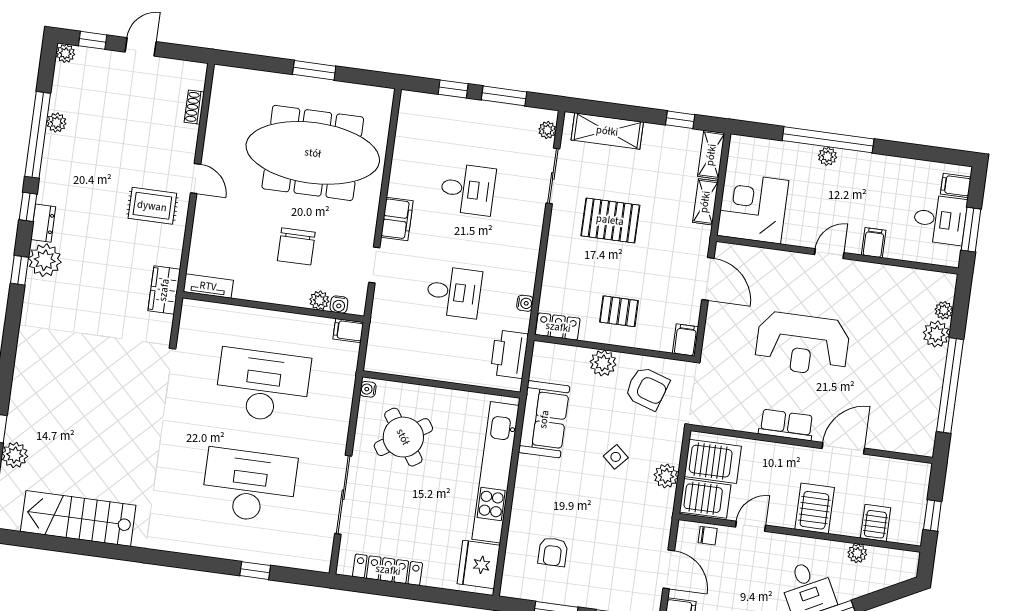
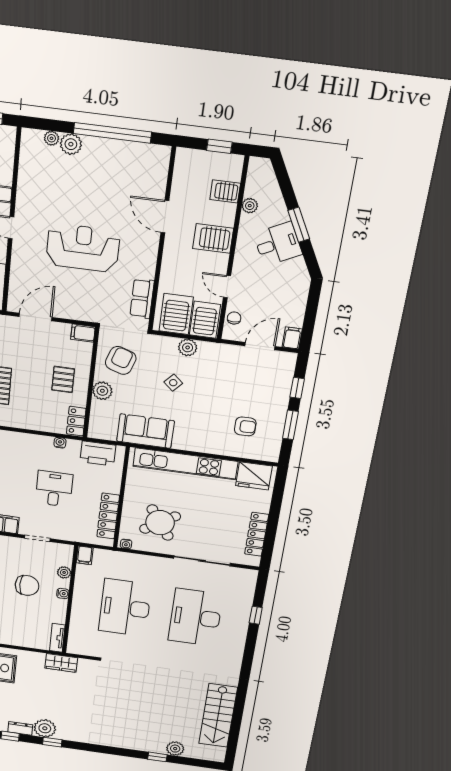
water cooler: (339, 305) -> (63, 594), moved
reception desk: (802, 344) -> (83, 248), turned -90
locker: (412, 365) -> (108, 516), added
row of seats: (786, 425) -> (142, 299), moved

